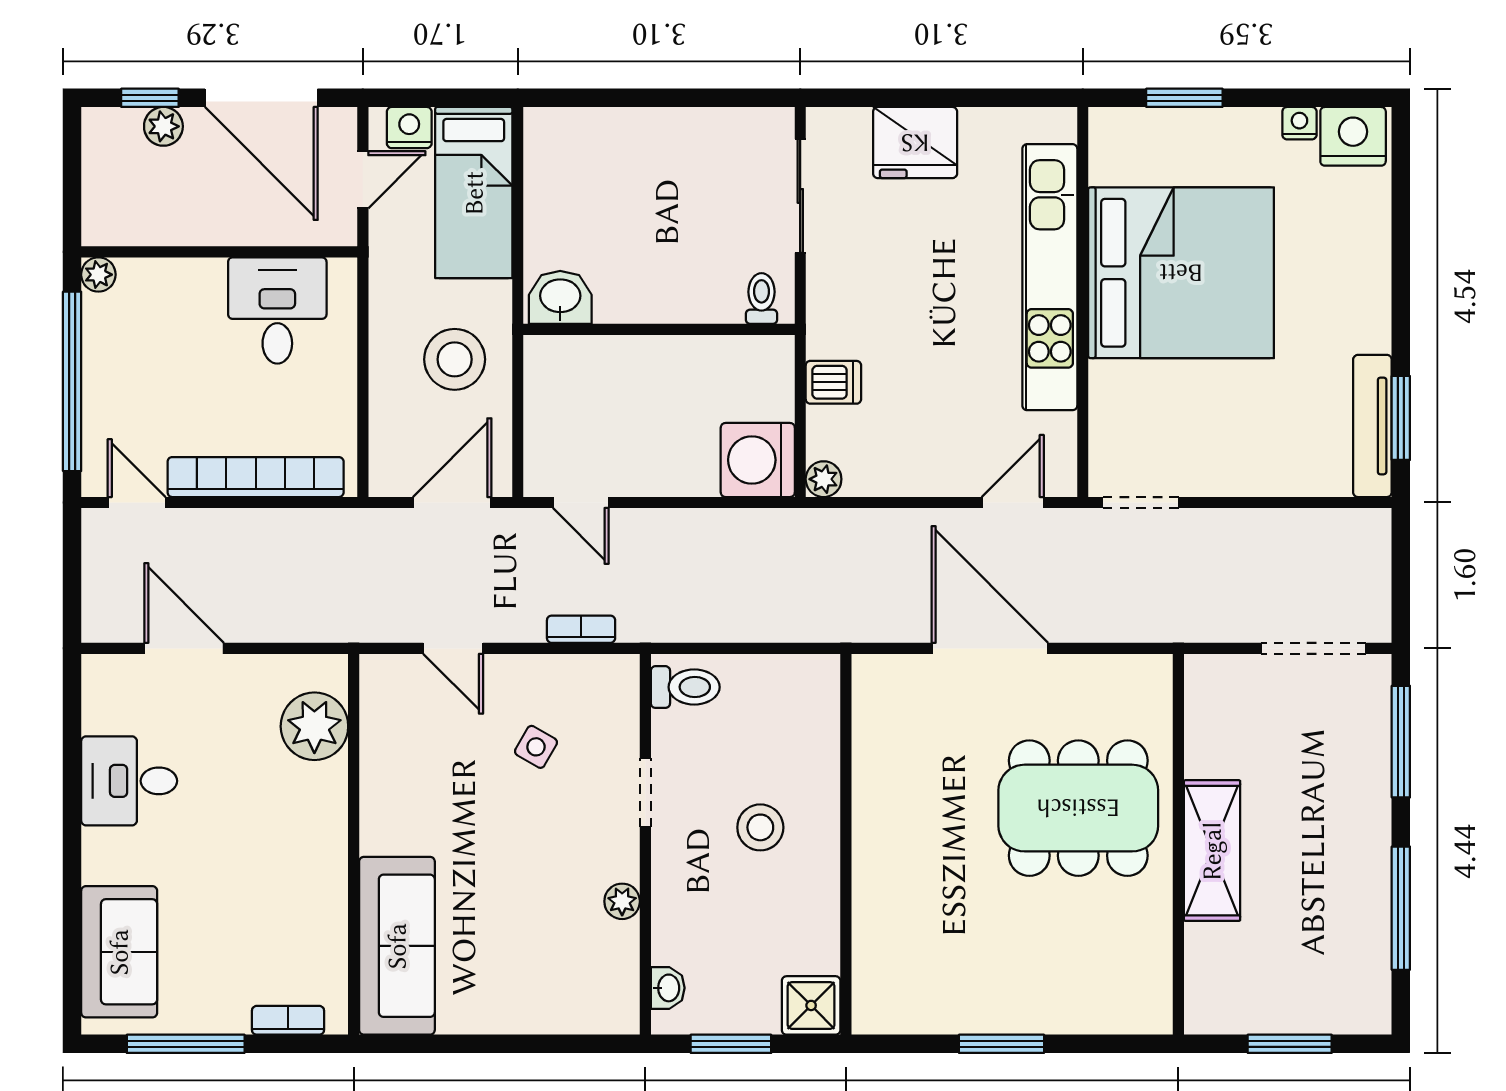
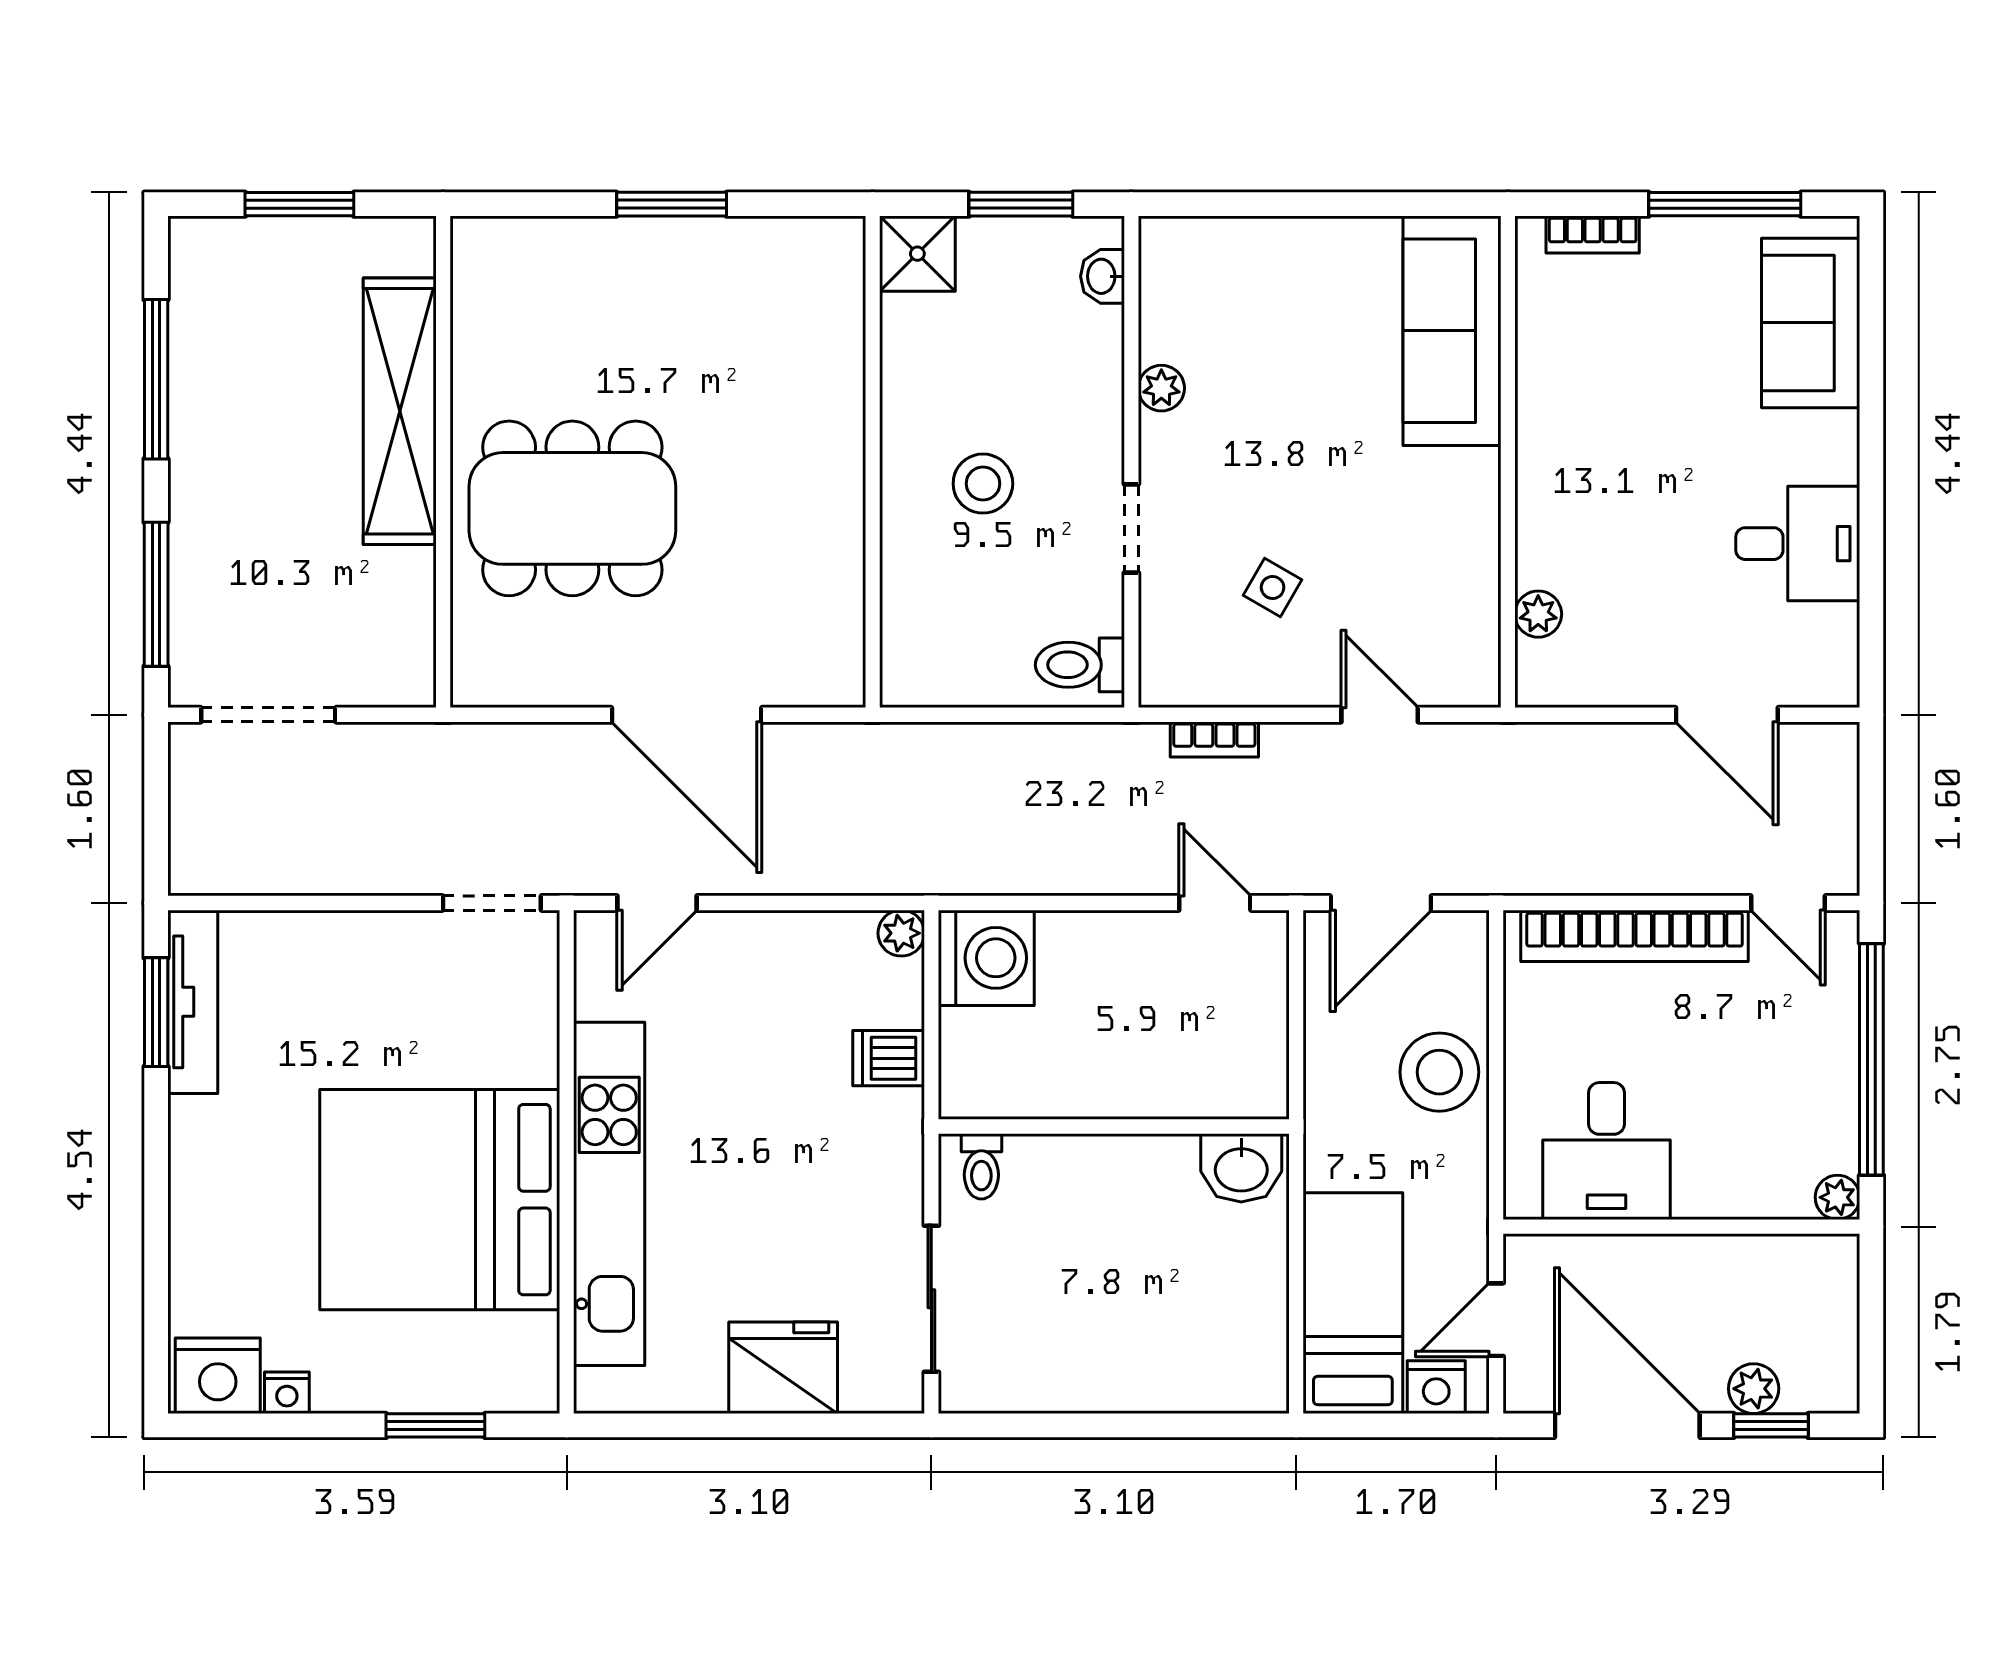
stool: (455, 359) -> (1439, 1072), moved
plant: (314, 726) -> (1538, 614), width x0.53, depth x0.53
shelving: (1212, 851) -> (400, 411), width x1.47

